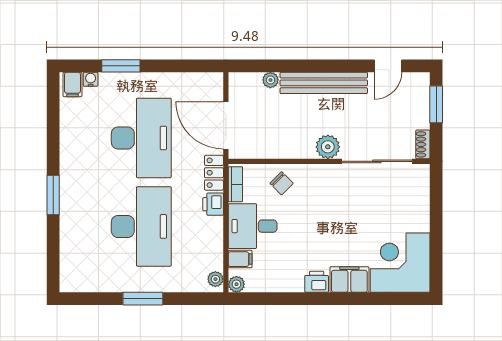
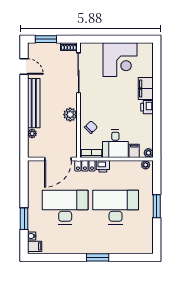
plant: (328, 147) -> (70, 115), moved
corner desk: (400, 263) -> (120, 60), moved, turned -90

